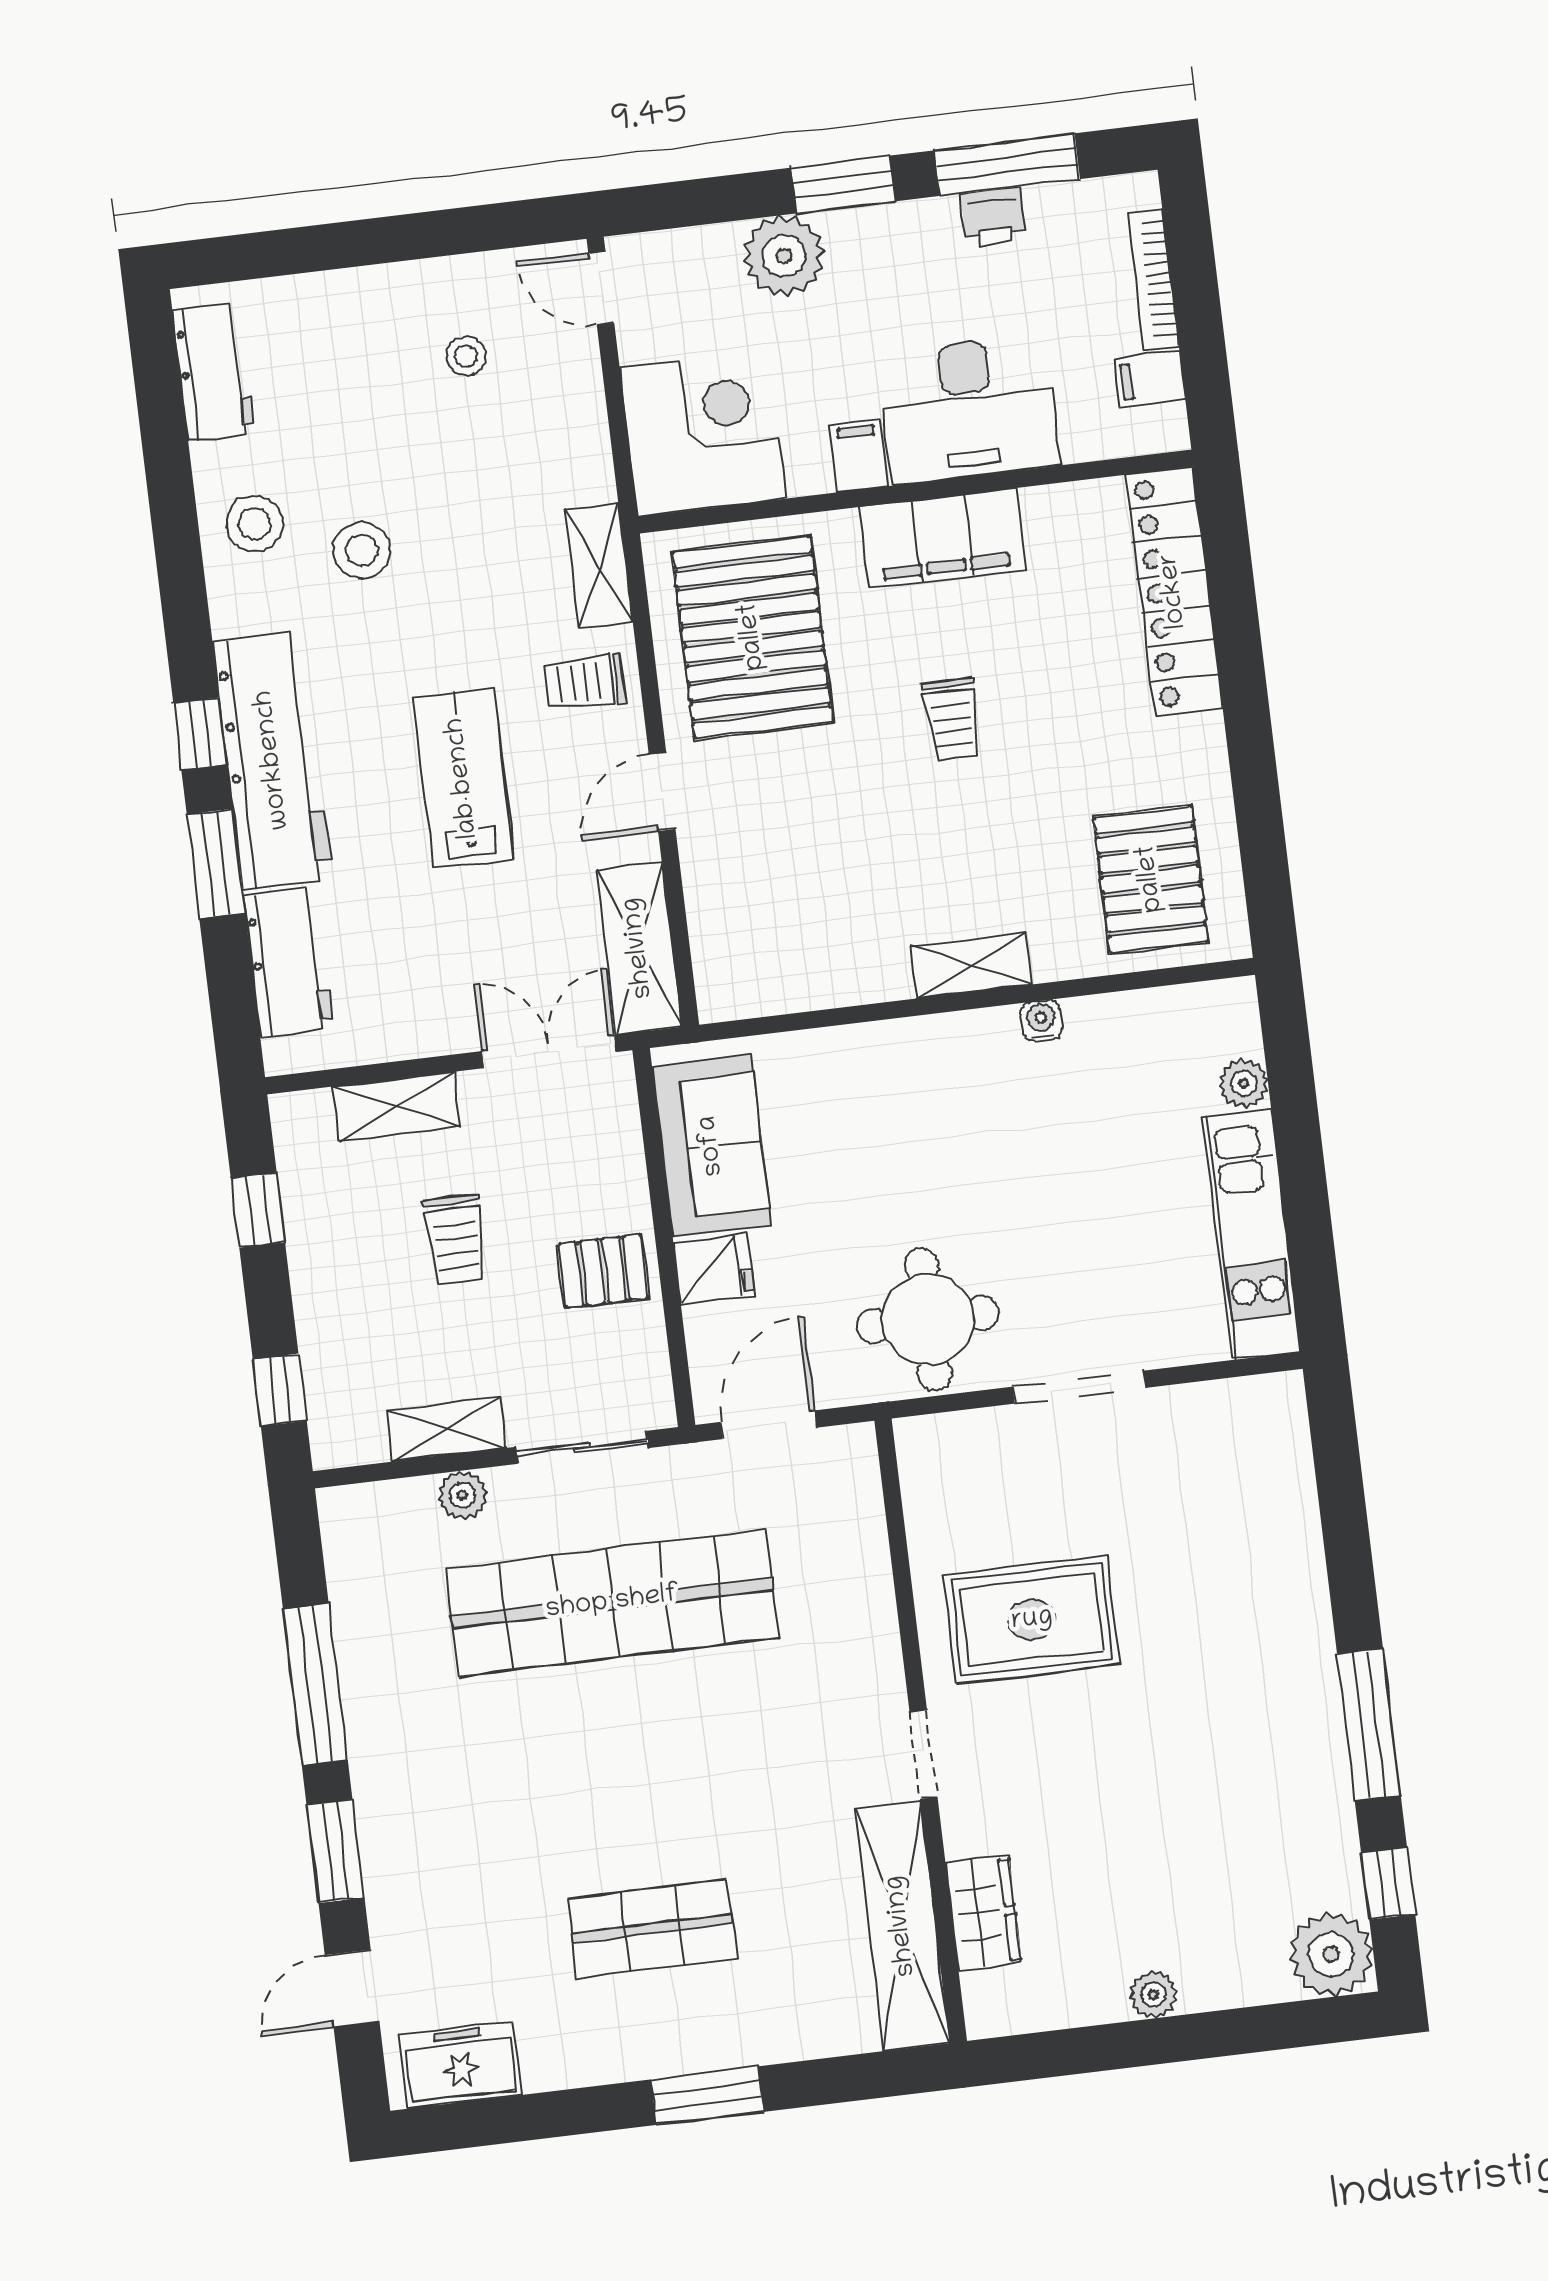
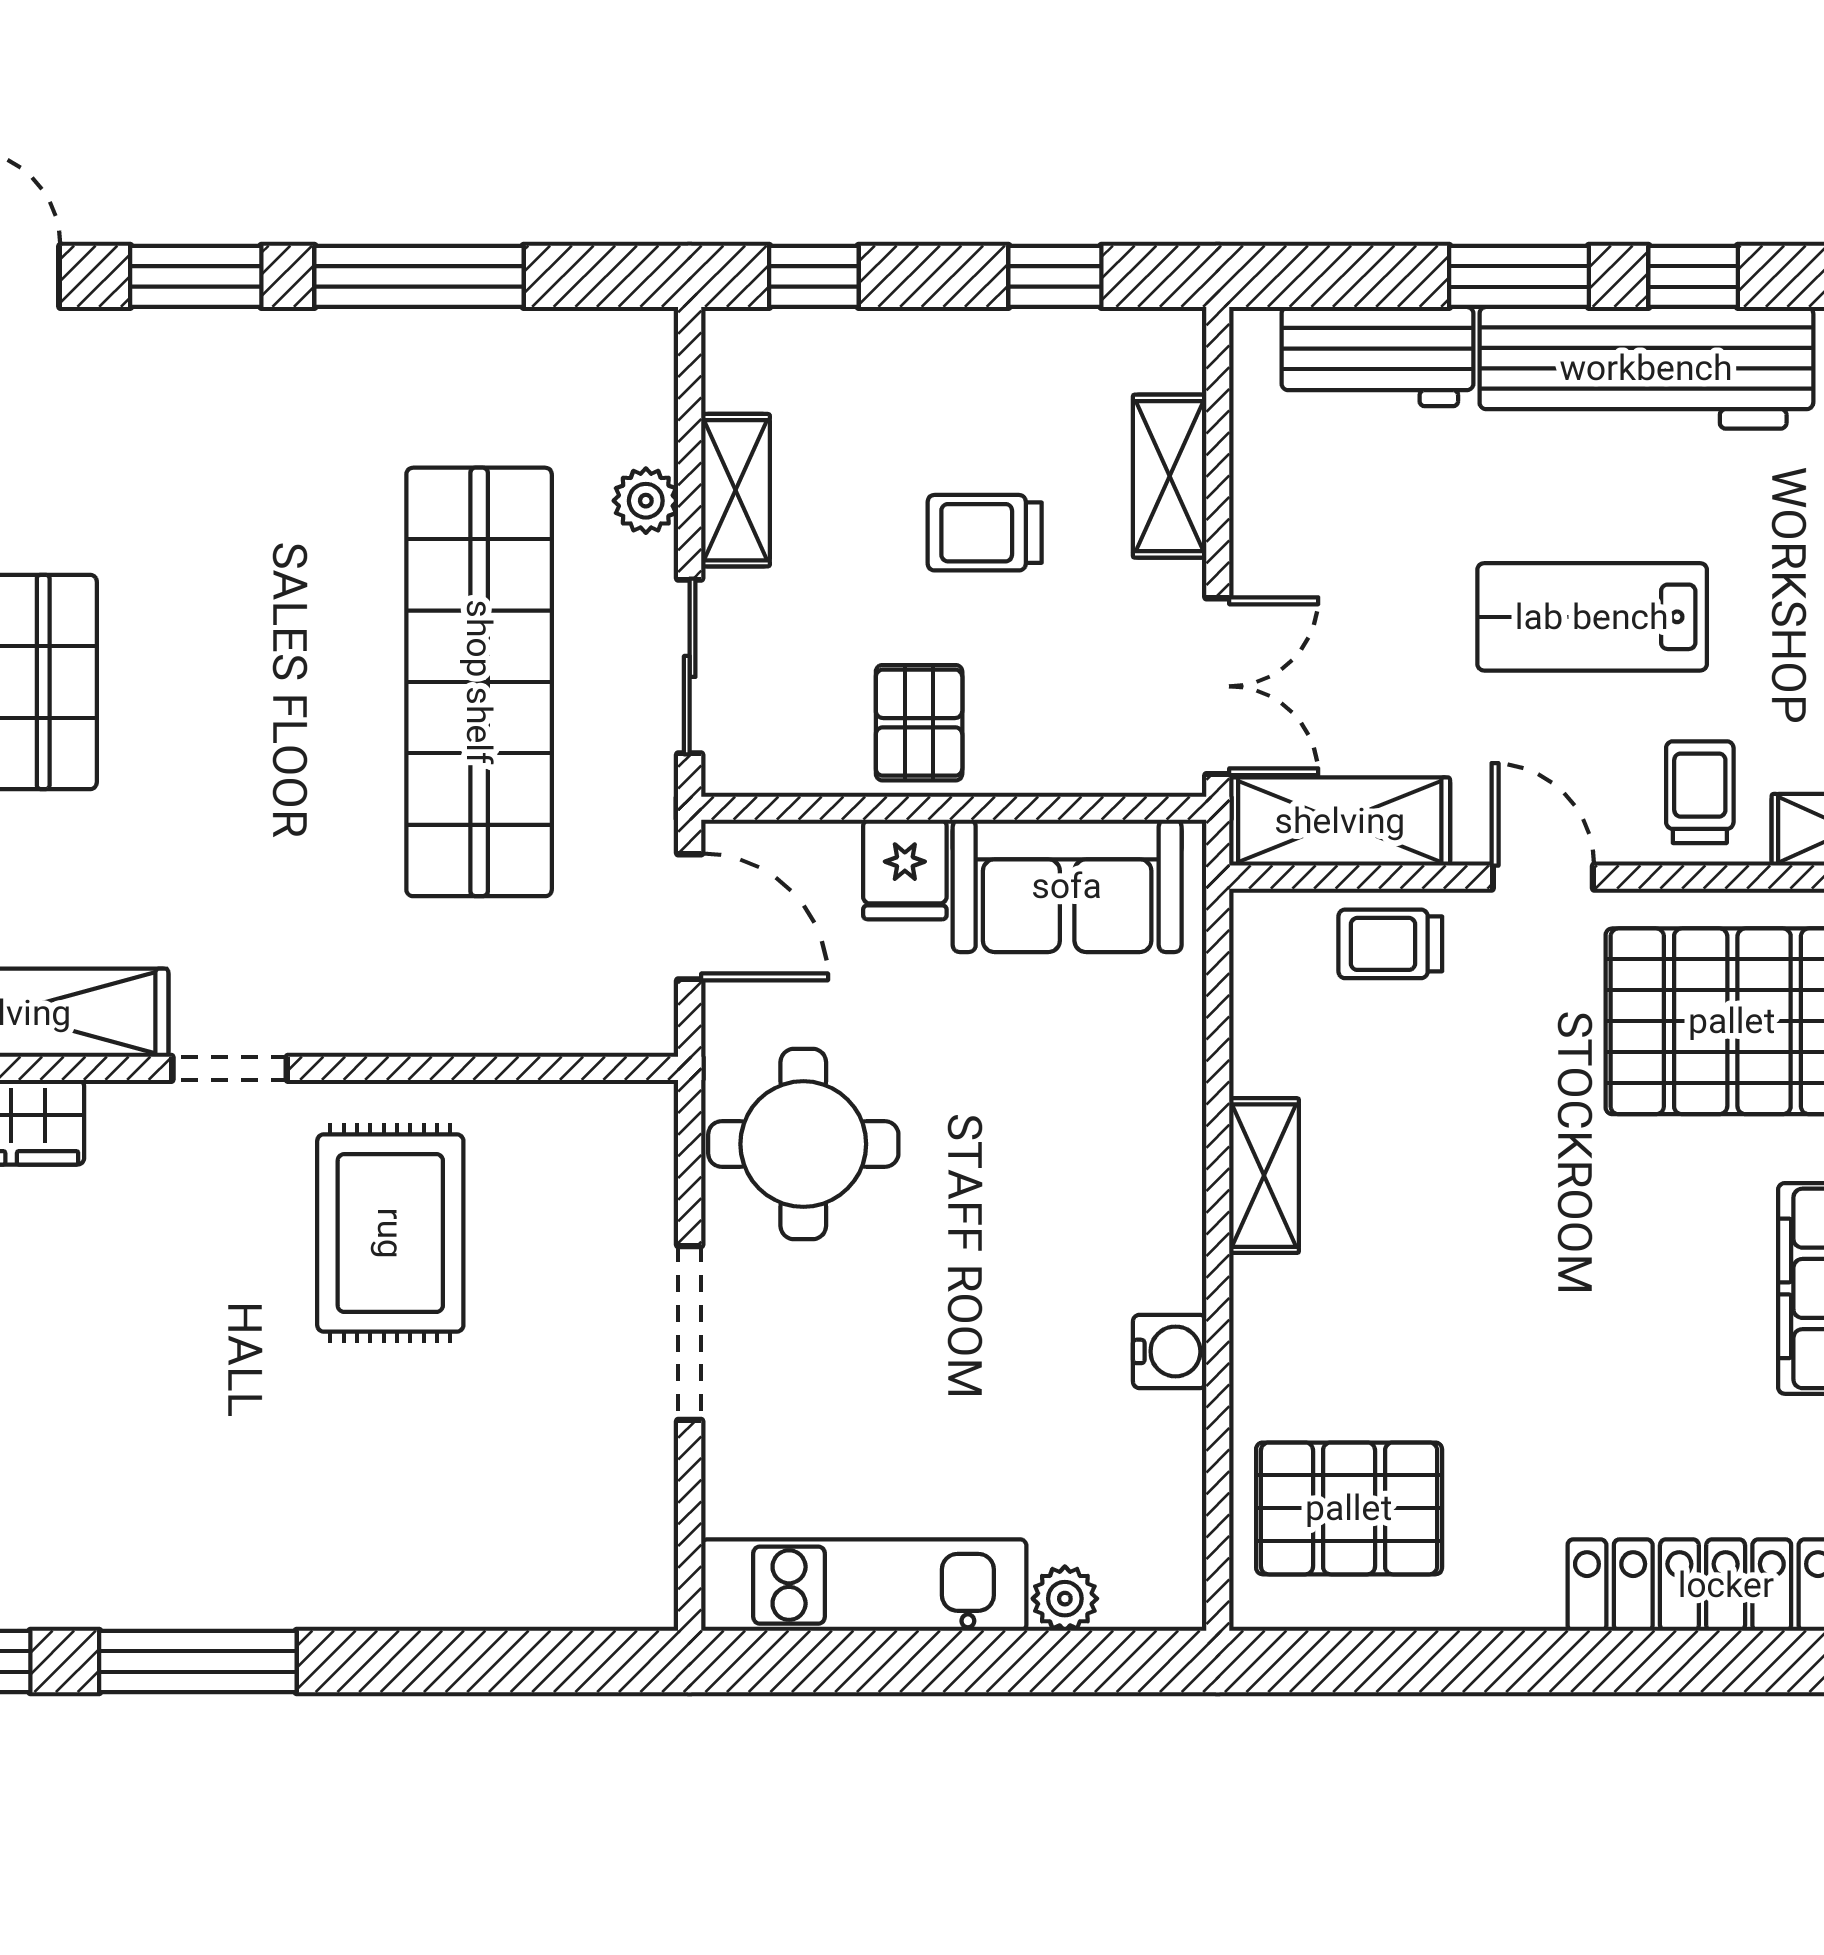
trolley: (952, 719) -> (1390, 944), moved
lab bench: (463, 778) -> (1592, 617), turned 180
shelving: (971, 965) -> (1264, 1176), moved
water cooler: (1041, 1021) -> (1170, 1351), width x1.38, depth x1.38

